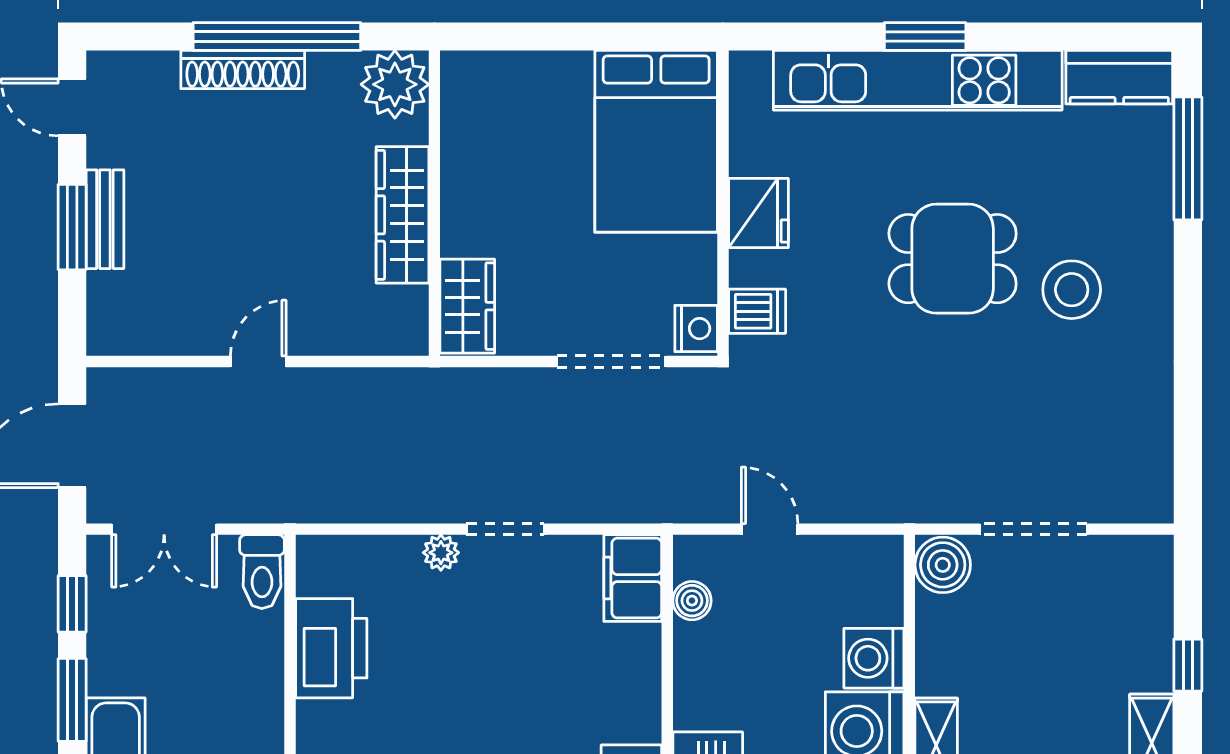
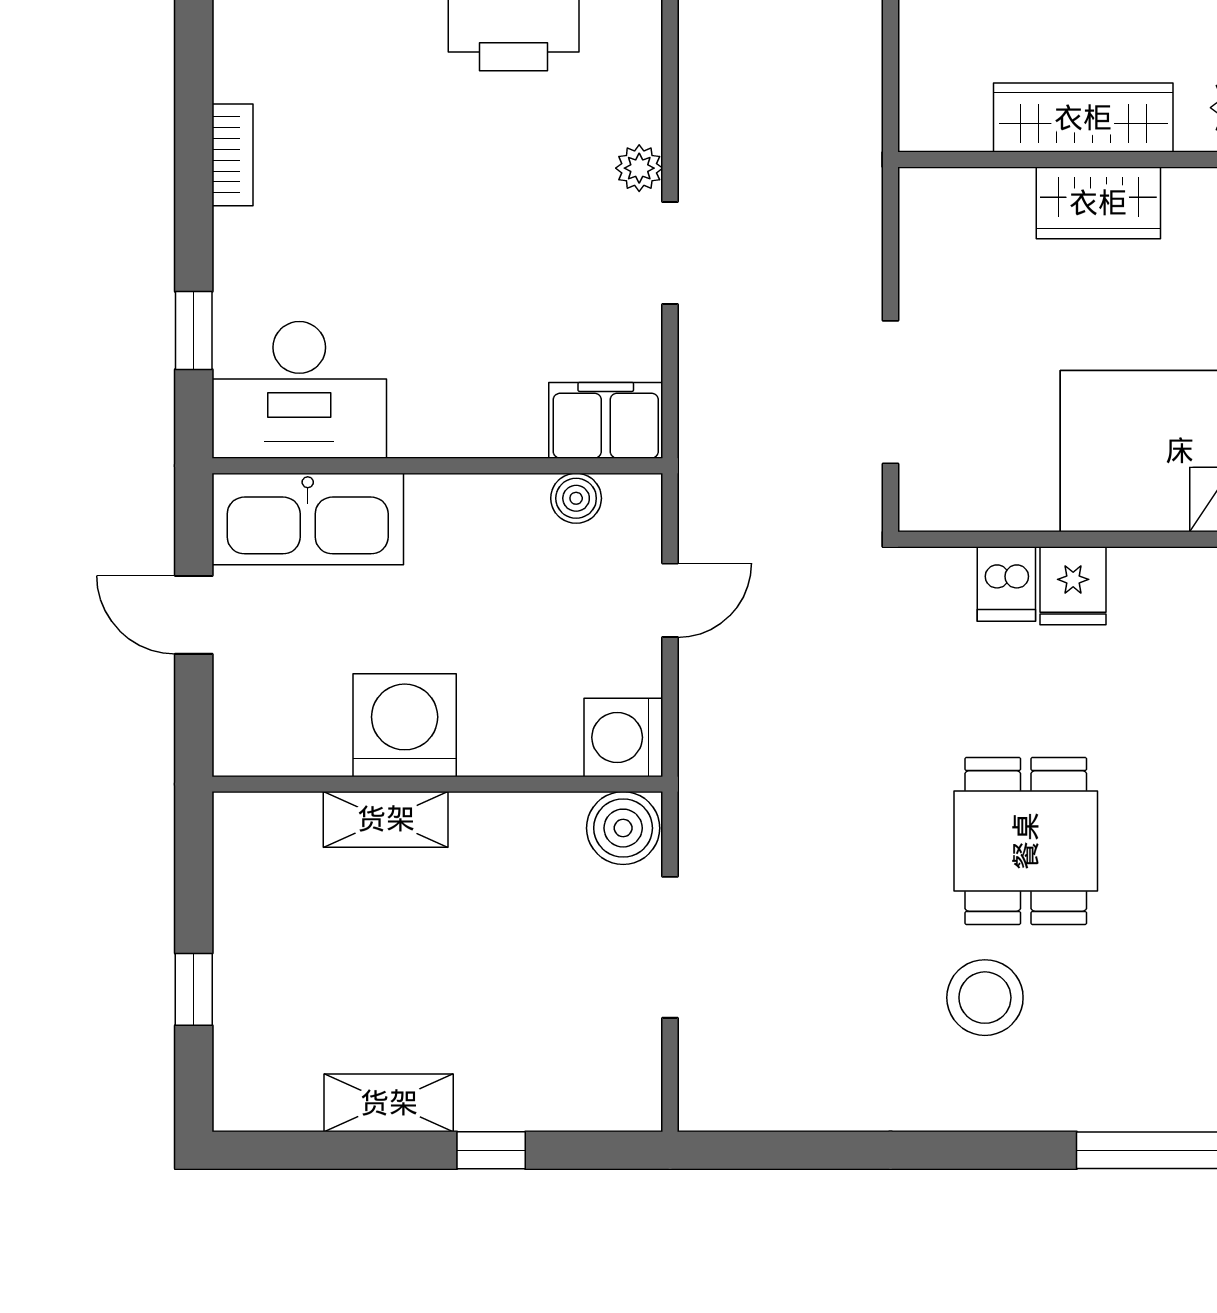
fridge: (758, 213) -> (1073, 586), width x0.72
wardrobe: (467, 306) -> (1098, 203), moved
dishwasher: (757, 311) -> (1006, 584), moved
nightstand: (696, 329) -> (934, 504), removed
washing machine: (874, 658) -> (623, 737), moved, turned -90

